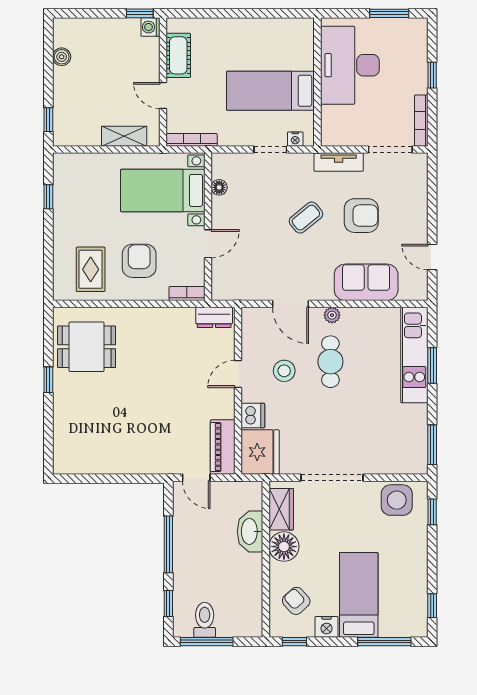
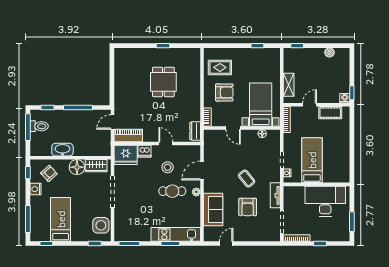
dining table: (87, 347) -> (163, 82), moved
washbasin: (250, 531) -> (62, 150), moved
bed: (359, 595) -> (61, 219), moved, turned -90

